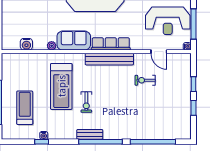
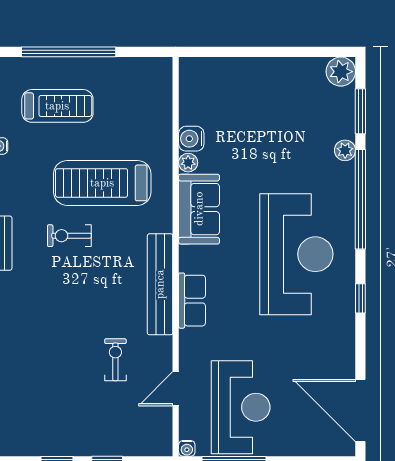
reception desk: (168, 21) -> (241, 407), turned 180
water cooler: (26, 44) -> (191, 139), moved
row of seats: (111, 44) -> (192, 301), width x0.68

